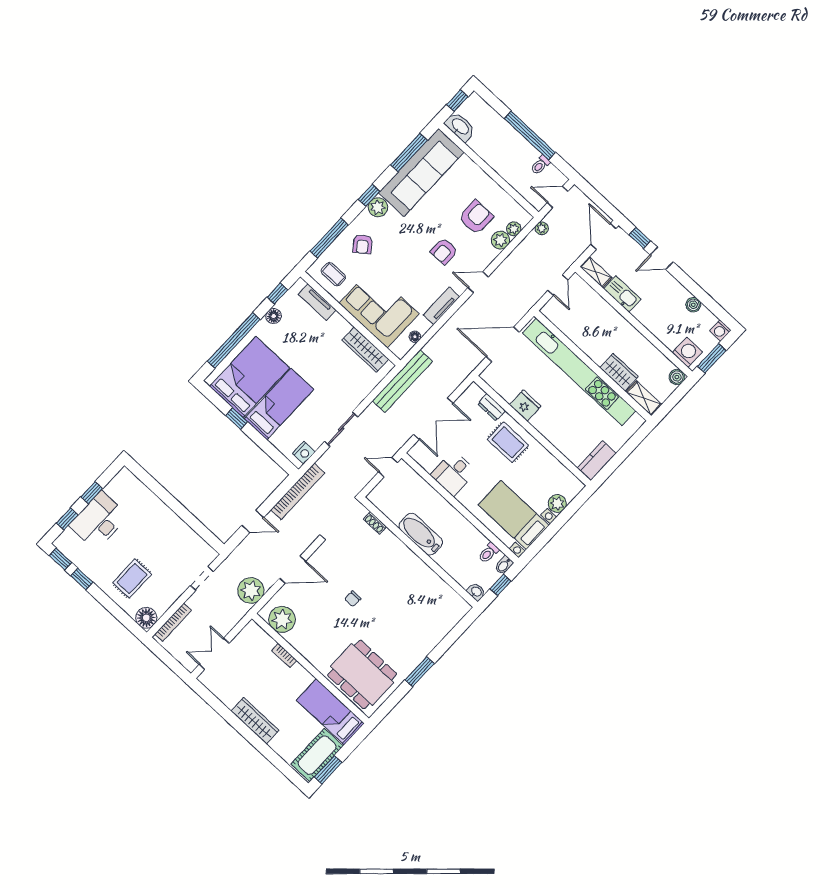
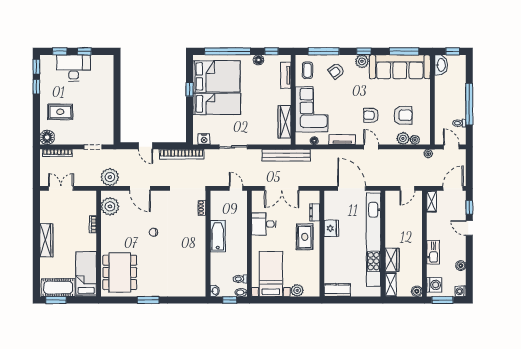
kitchen sink: (622, 294) -> (433, 252), moved

